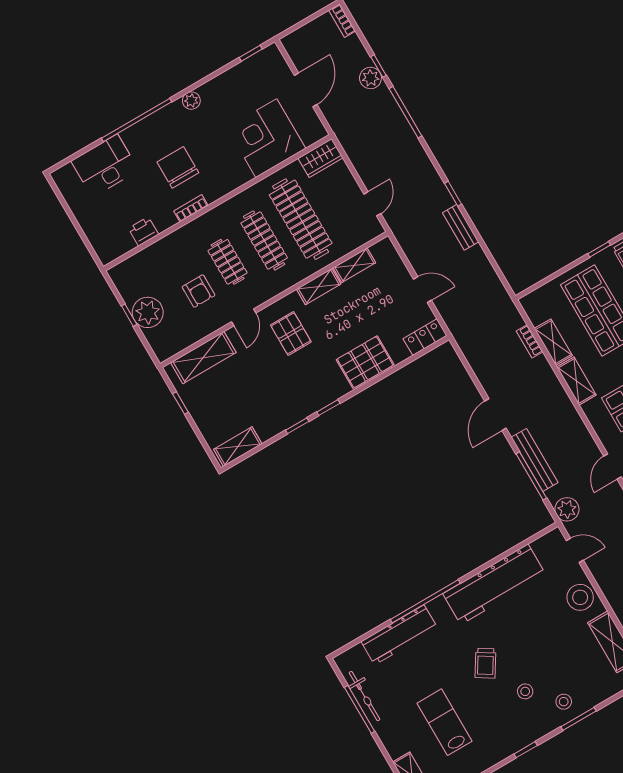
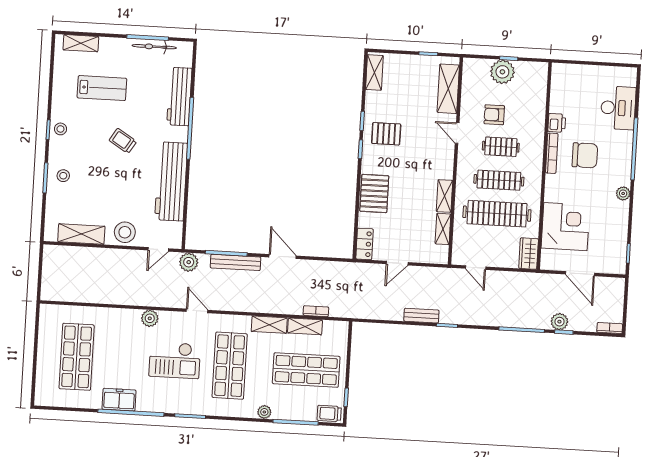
bookcase: (191, 208) -> (552, 153), width x1.56
printer: (143, 231) -> (557, 123), moved
pallet: (291, 333) -> (386, 134), moved
stool: (525, 691) -> (60, 129), moved

